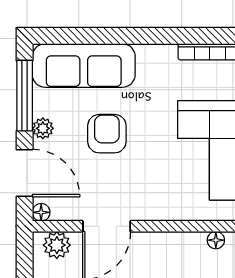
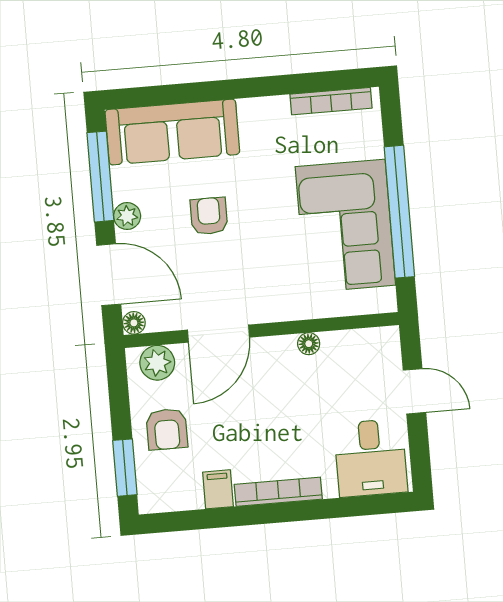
armchair: (107, 134) -> (209, 216), width x0.72, depth x0.72
floor lamp: (216, 240) -> (309, 344), moved

